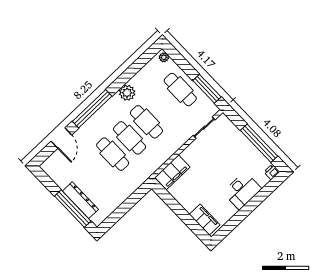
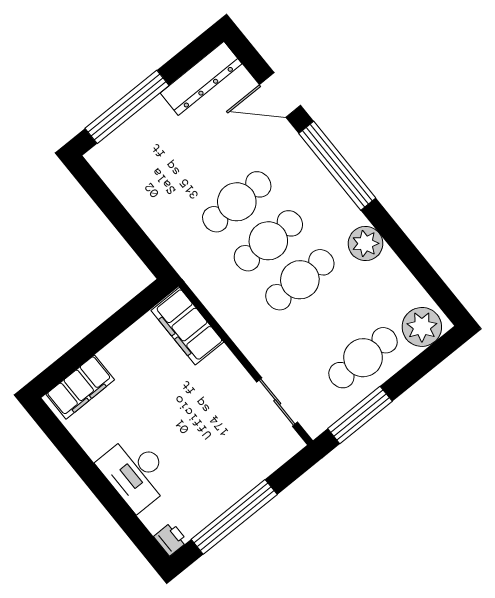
plant: (164, 57) -> (422, 327), width x1.88, depth x1.88
dresser: (80, 200) -> (201, 78), moved

